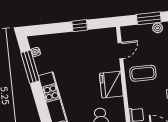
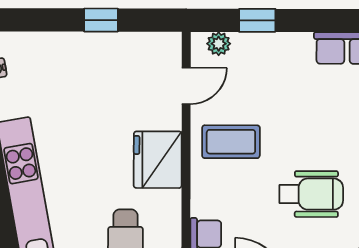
window: (149, 18) -> (257, 20), width x0.67
plant: (158, 28) -> (219, 44), moved

